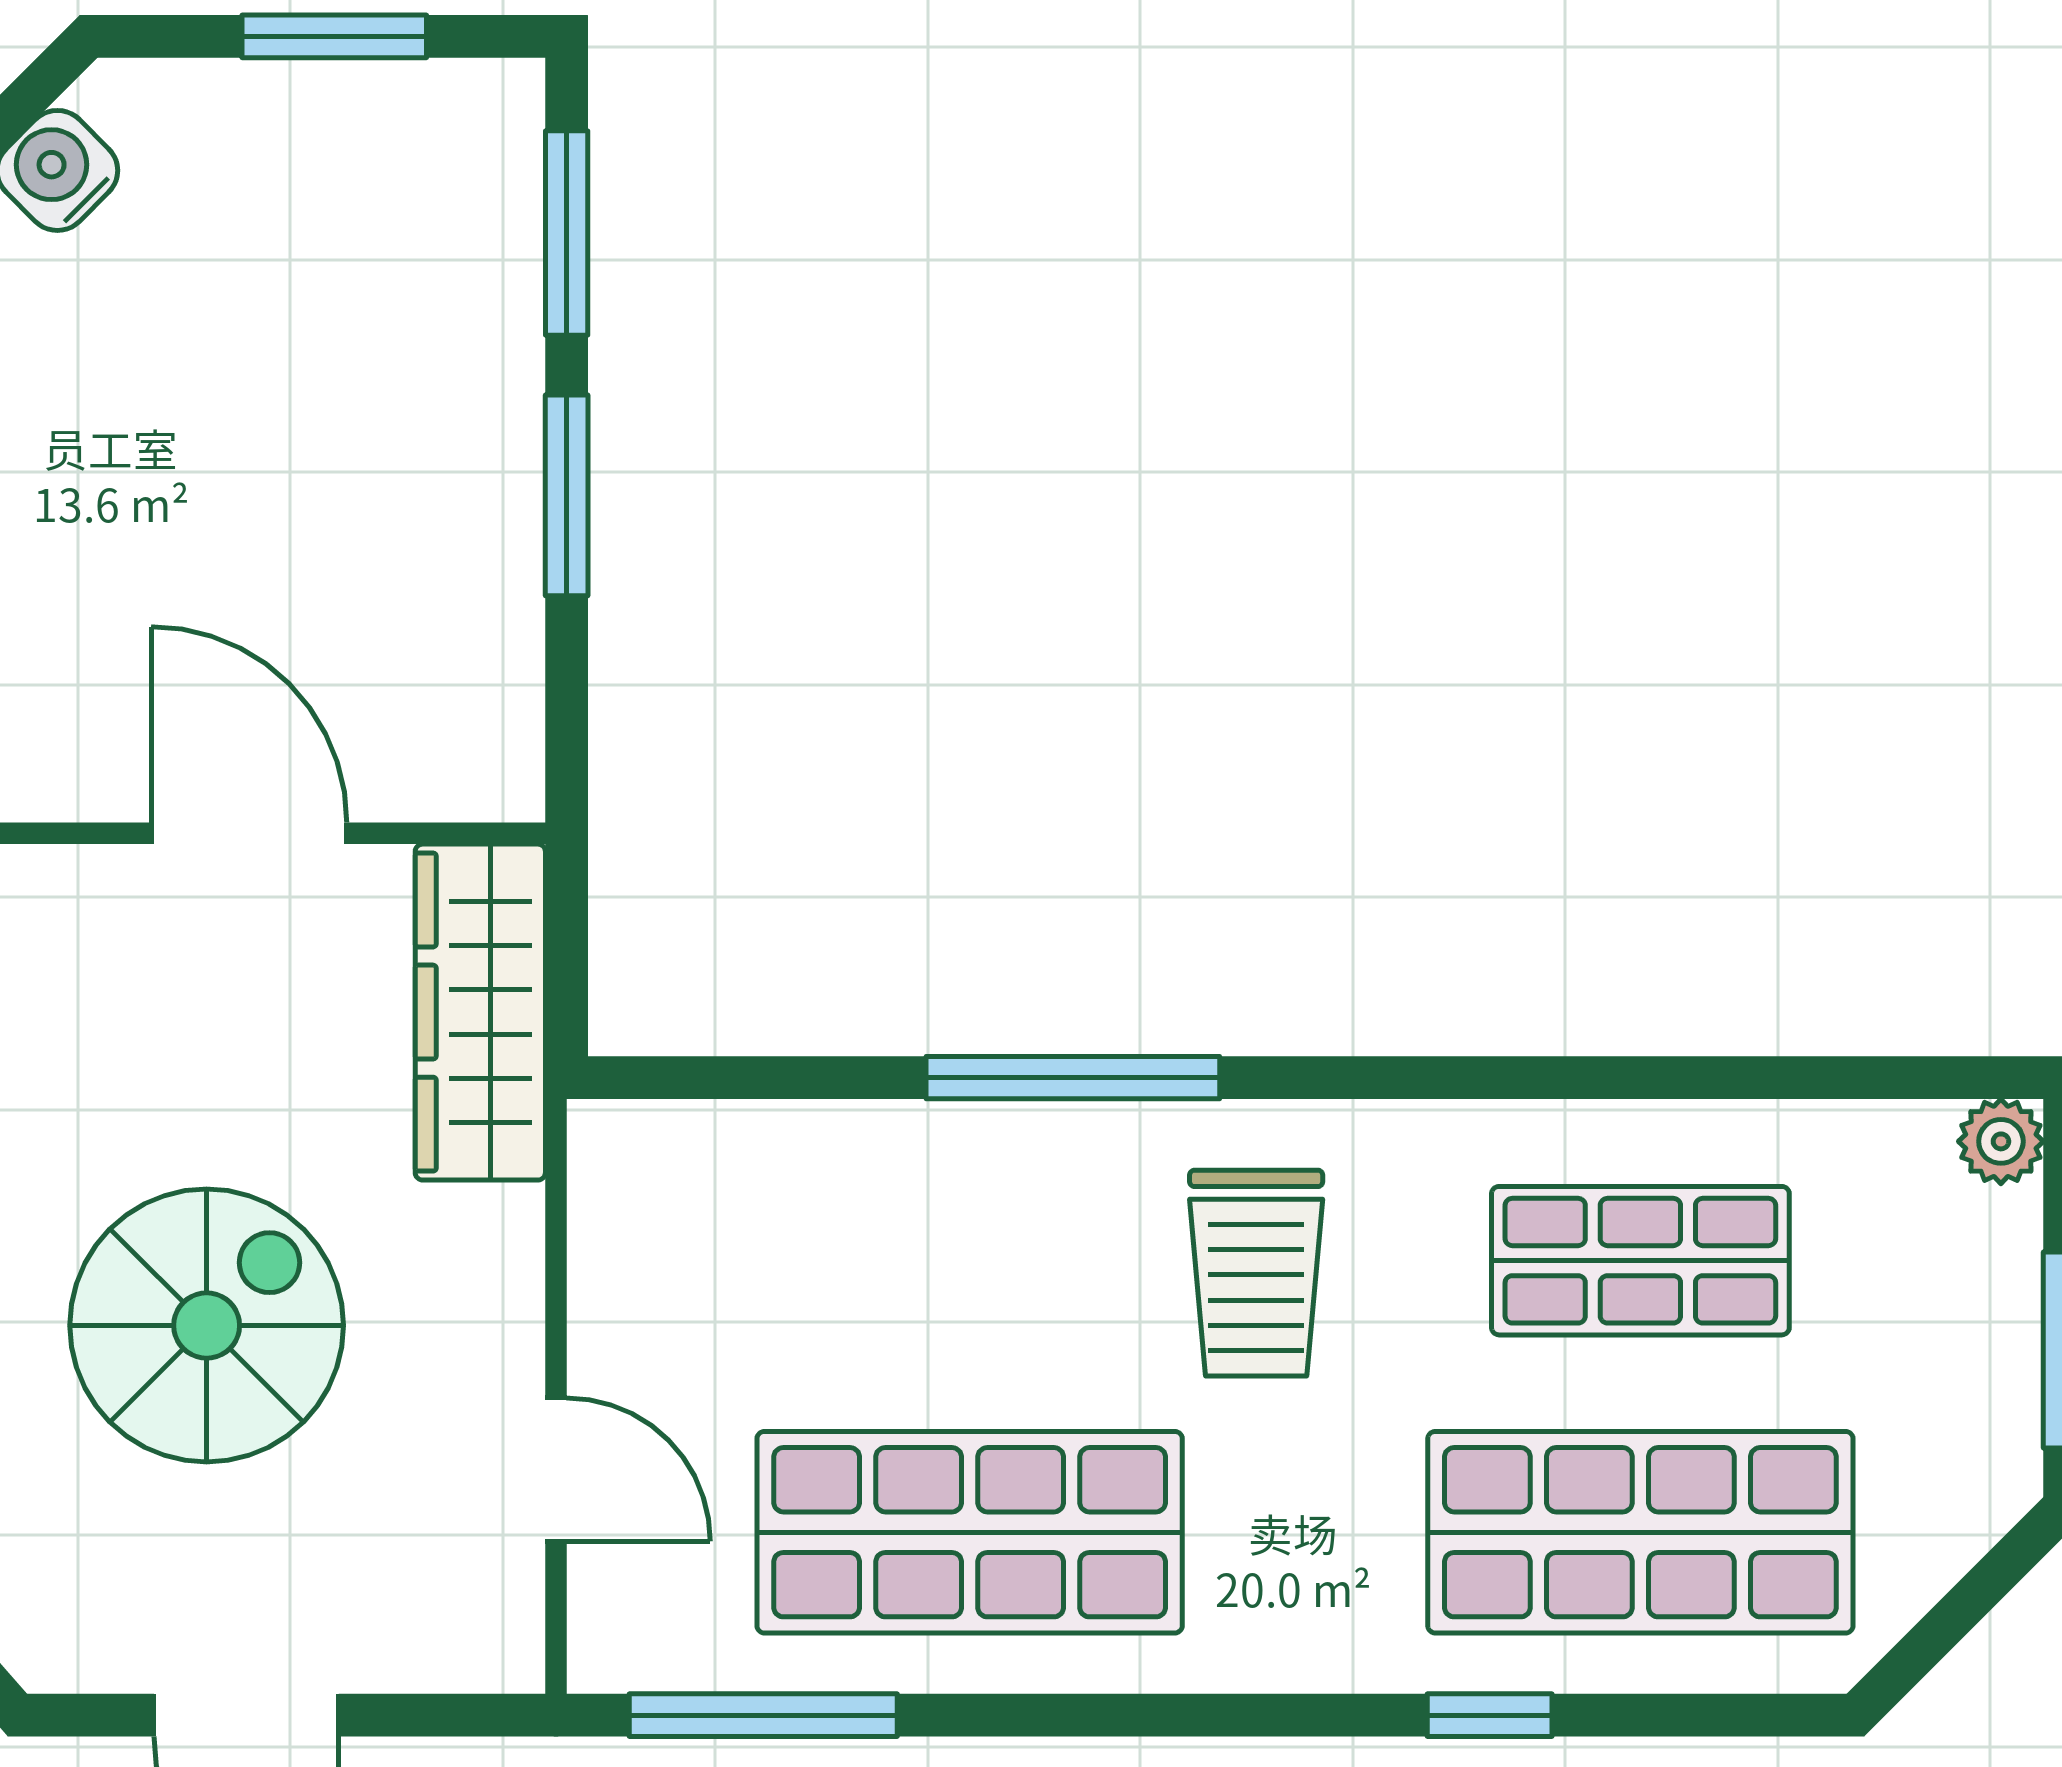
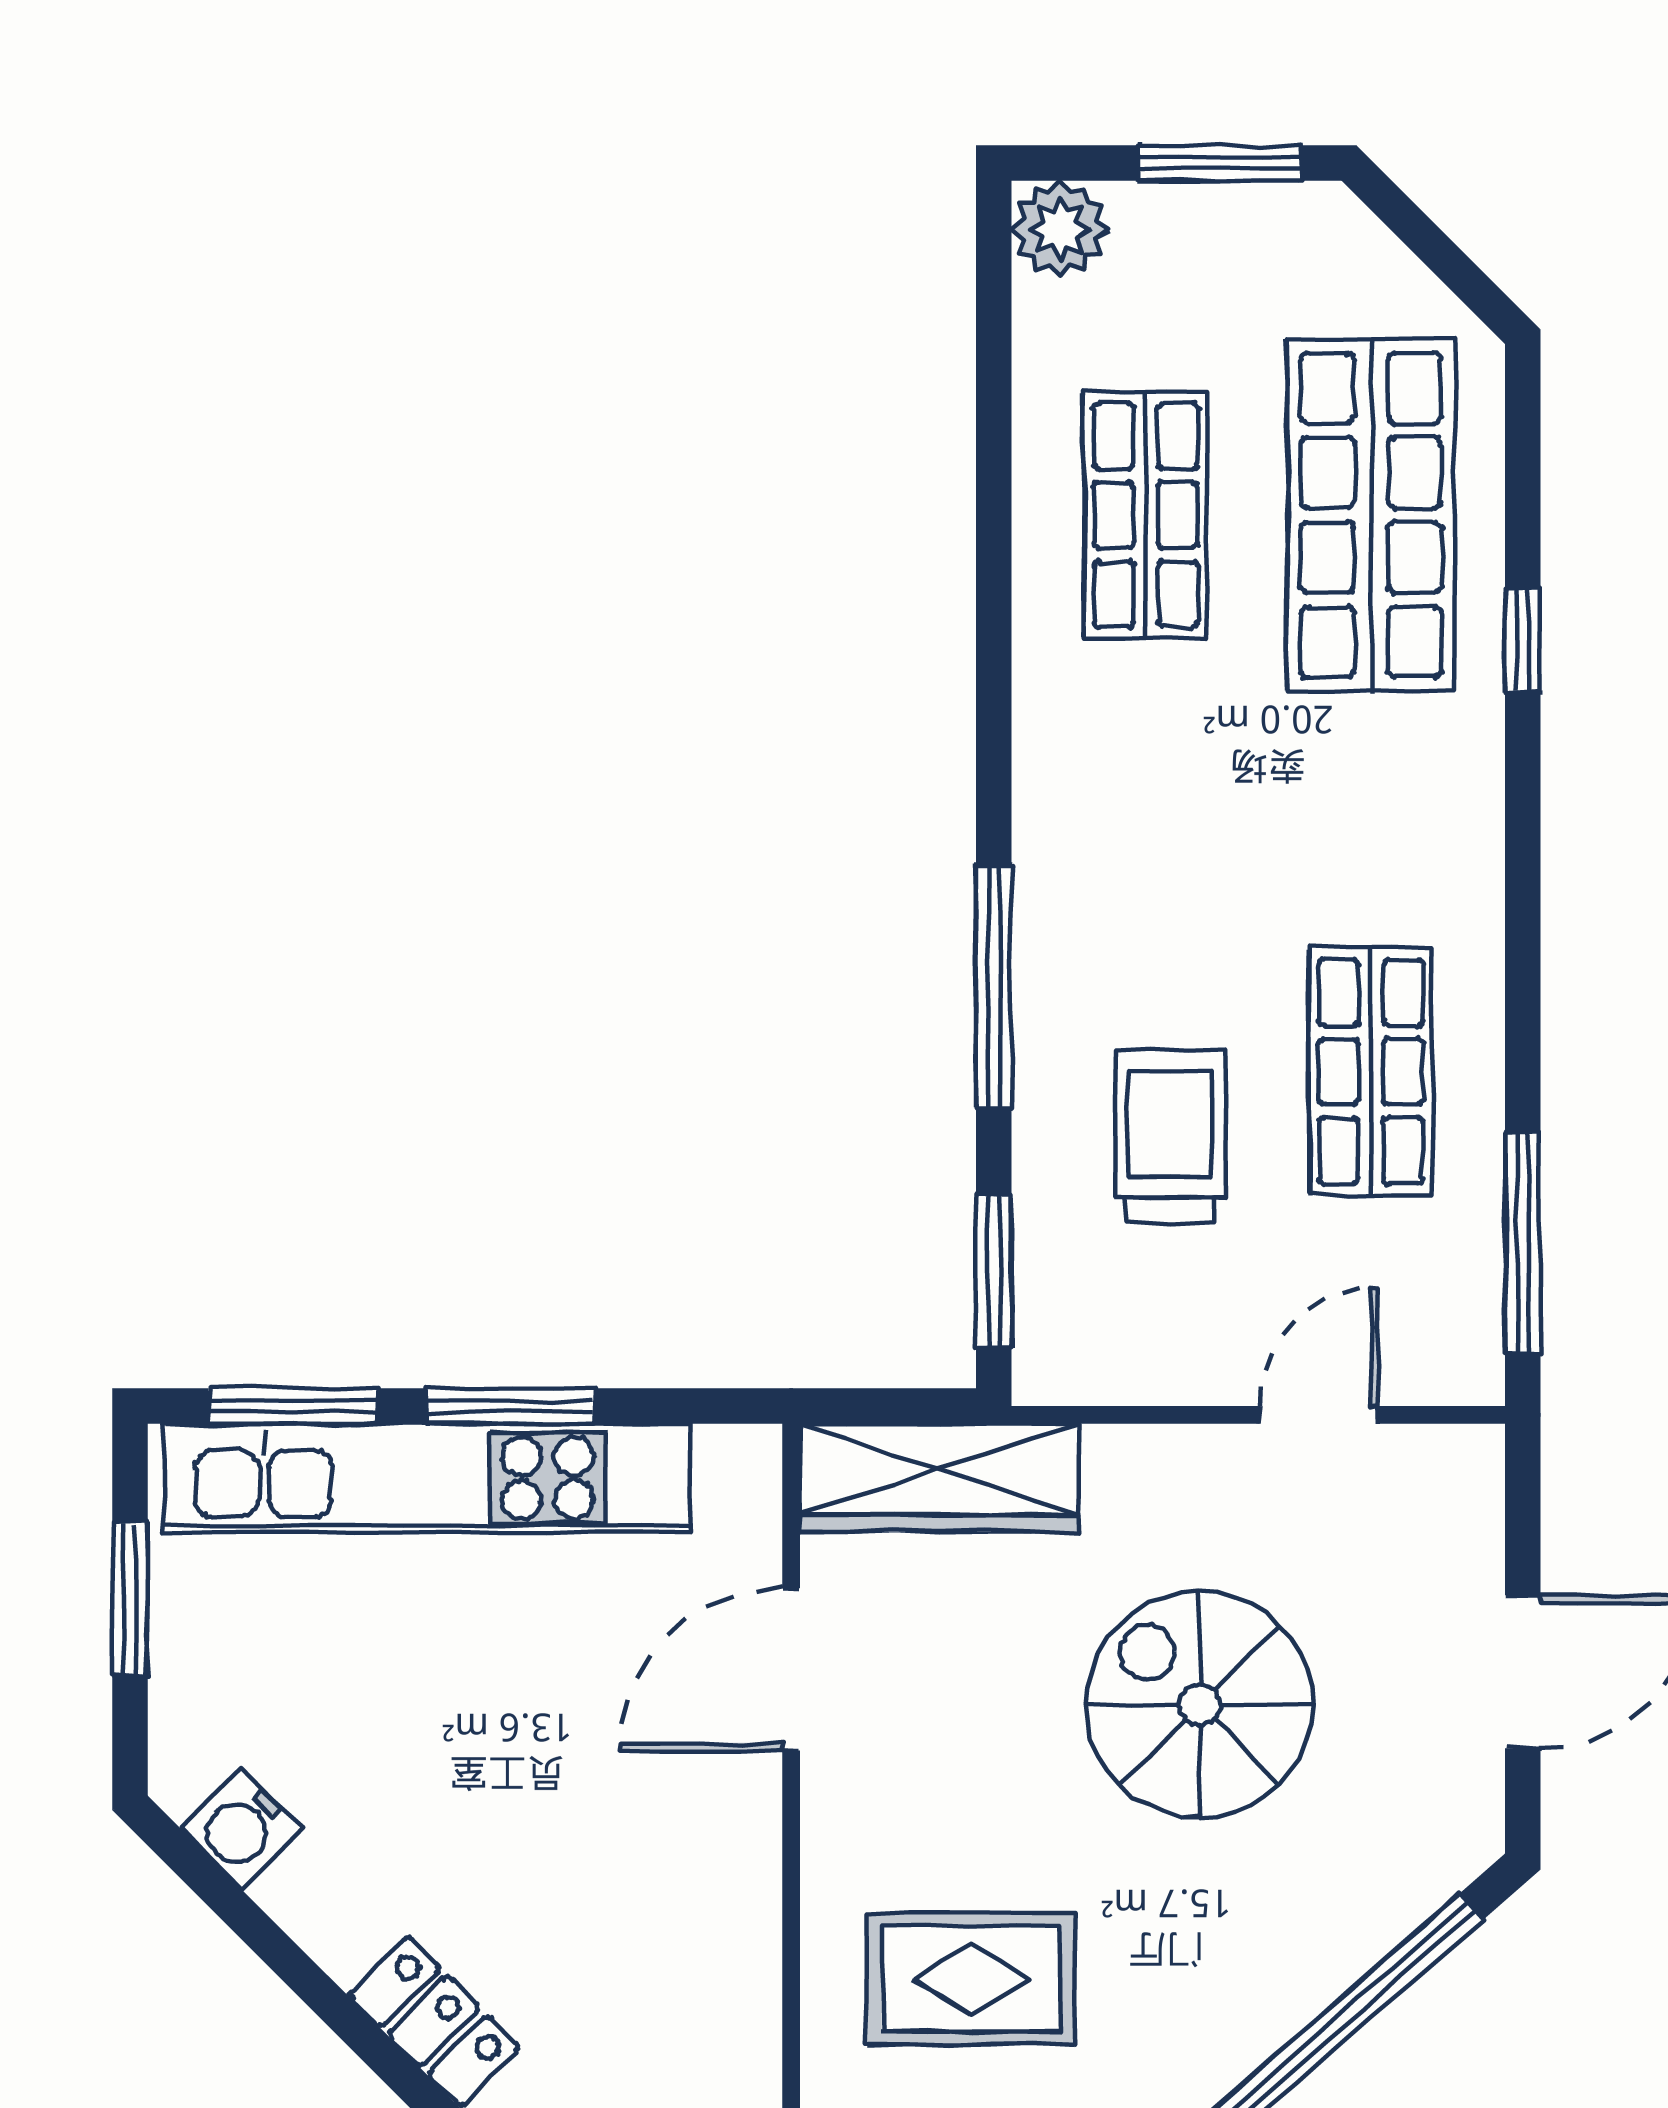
kitchen unit: (480, 394) -> (427, 1478), added
window: (730, 1078) -> (994, 1271), added
plant: (2001, 1141) -> (1060, 229), width x1.38, depth x1.38
trolley: (1256, 1273) -> (1170, 1136), moved, turned -90
shop shelf: (970, 1532) -> (1371, 1072), width x0.70, depth x0.74

